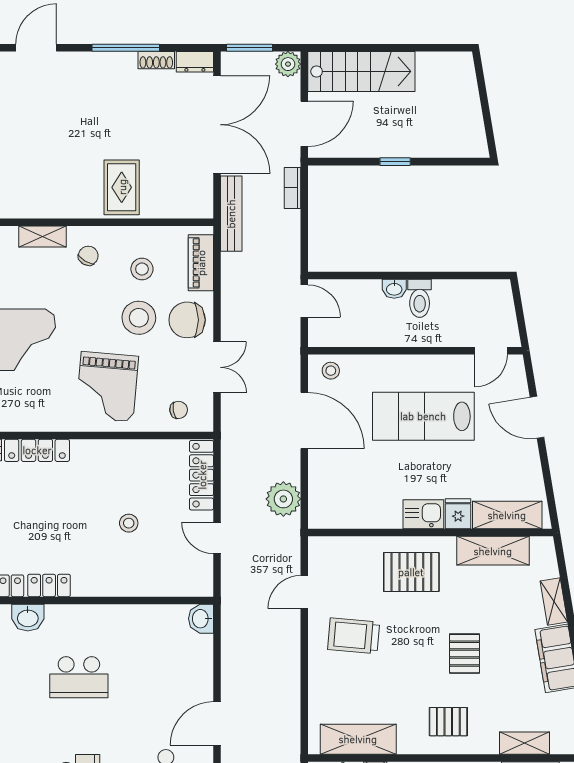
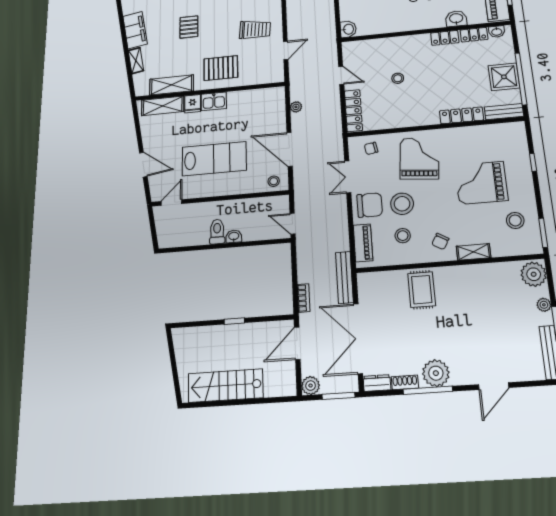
plant: (113, 70) -> (436, 373), added
stairs: (361, 71) -> (225, 386), moved
plant: (283, 499) -> (296, 107), width x0.53, depth x0.53

